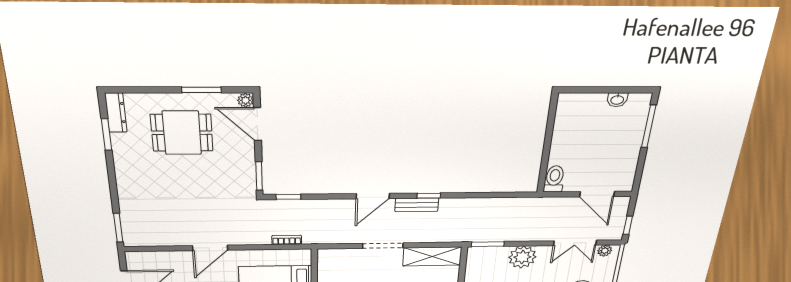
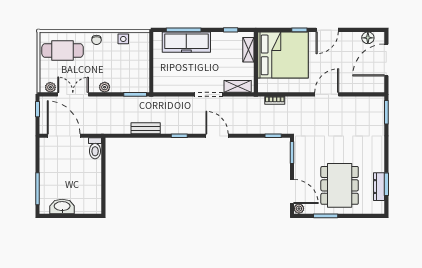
washbasin: (617, 100) -> (62, 207), width x1.91, depth x1.45
dresser: (116, 113) -> (379, 187), moved
dining table: (182, 133) -> (340, 185), width x1.38
door: (597, 194) -> (64, 136), width x1.36
door: (373, 196) -> (217, 136), hinge flipped
bench: (417, 205) -> (146, 128), moved
shelving: (432, 256) -> (238, 86), moved, width x0.67, depth x0.75
plant: (522, 257) -> (105, 87), width x0.53, depth x0.53

